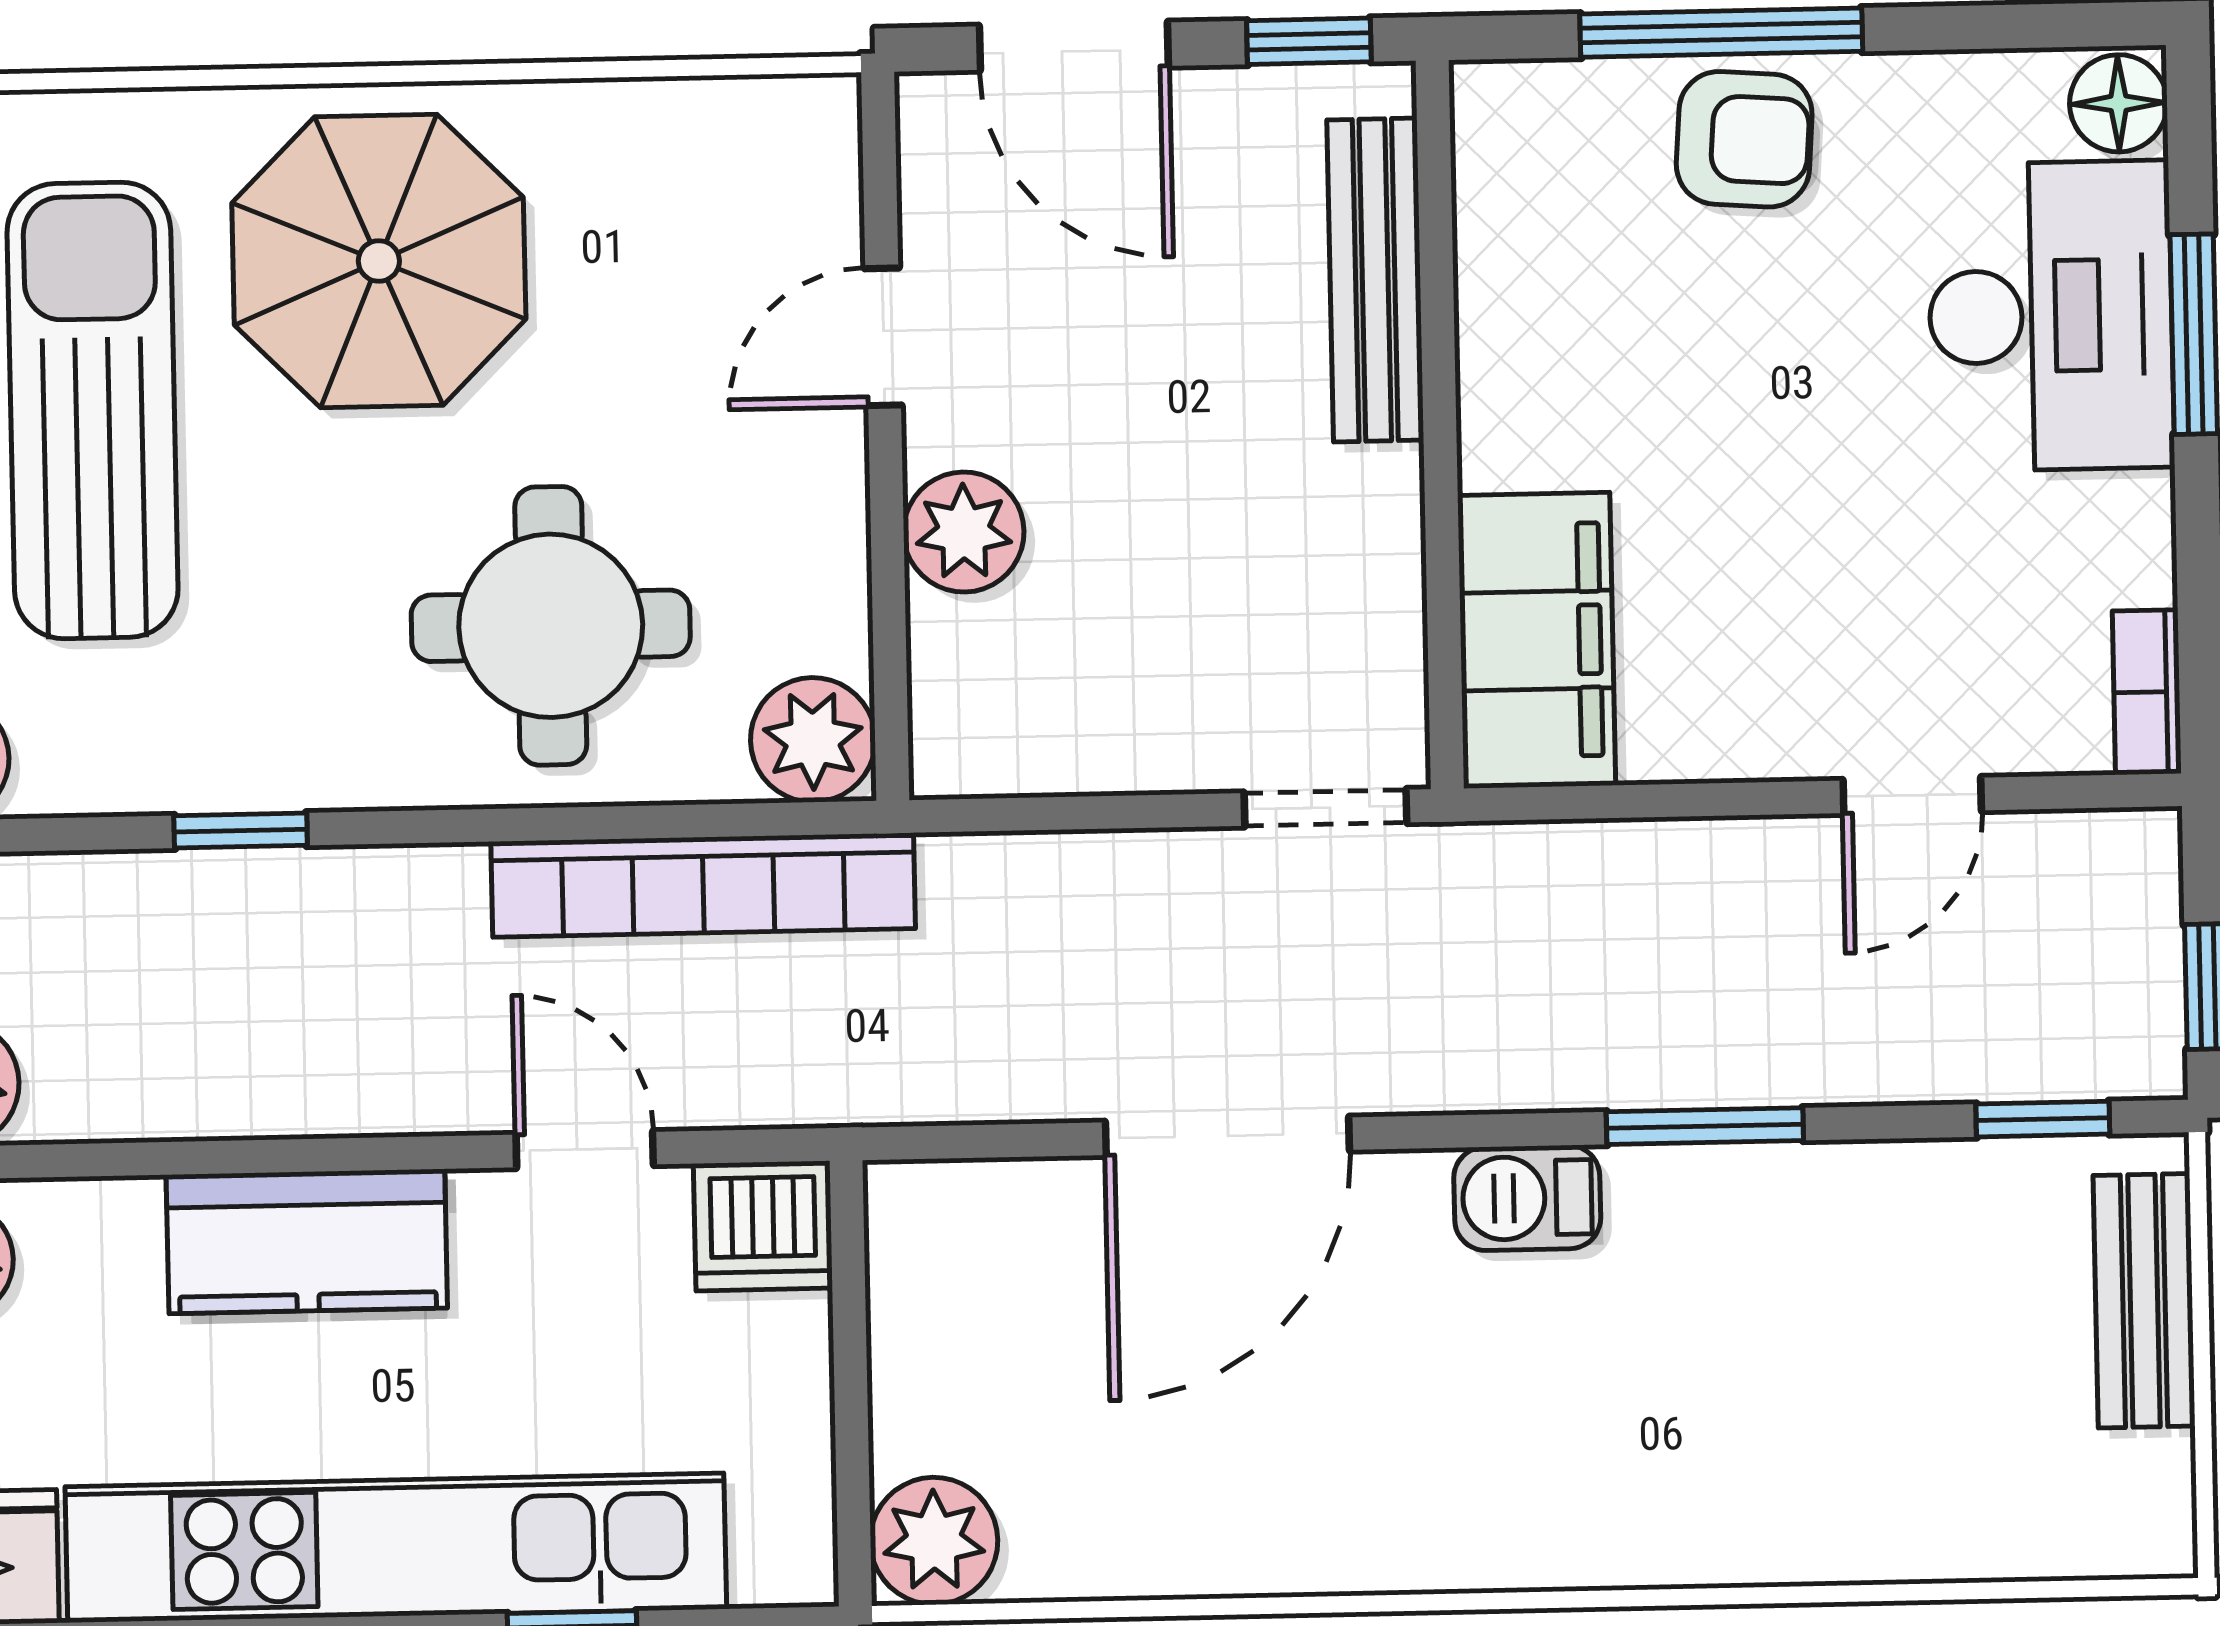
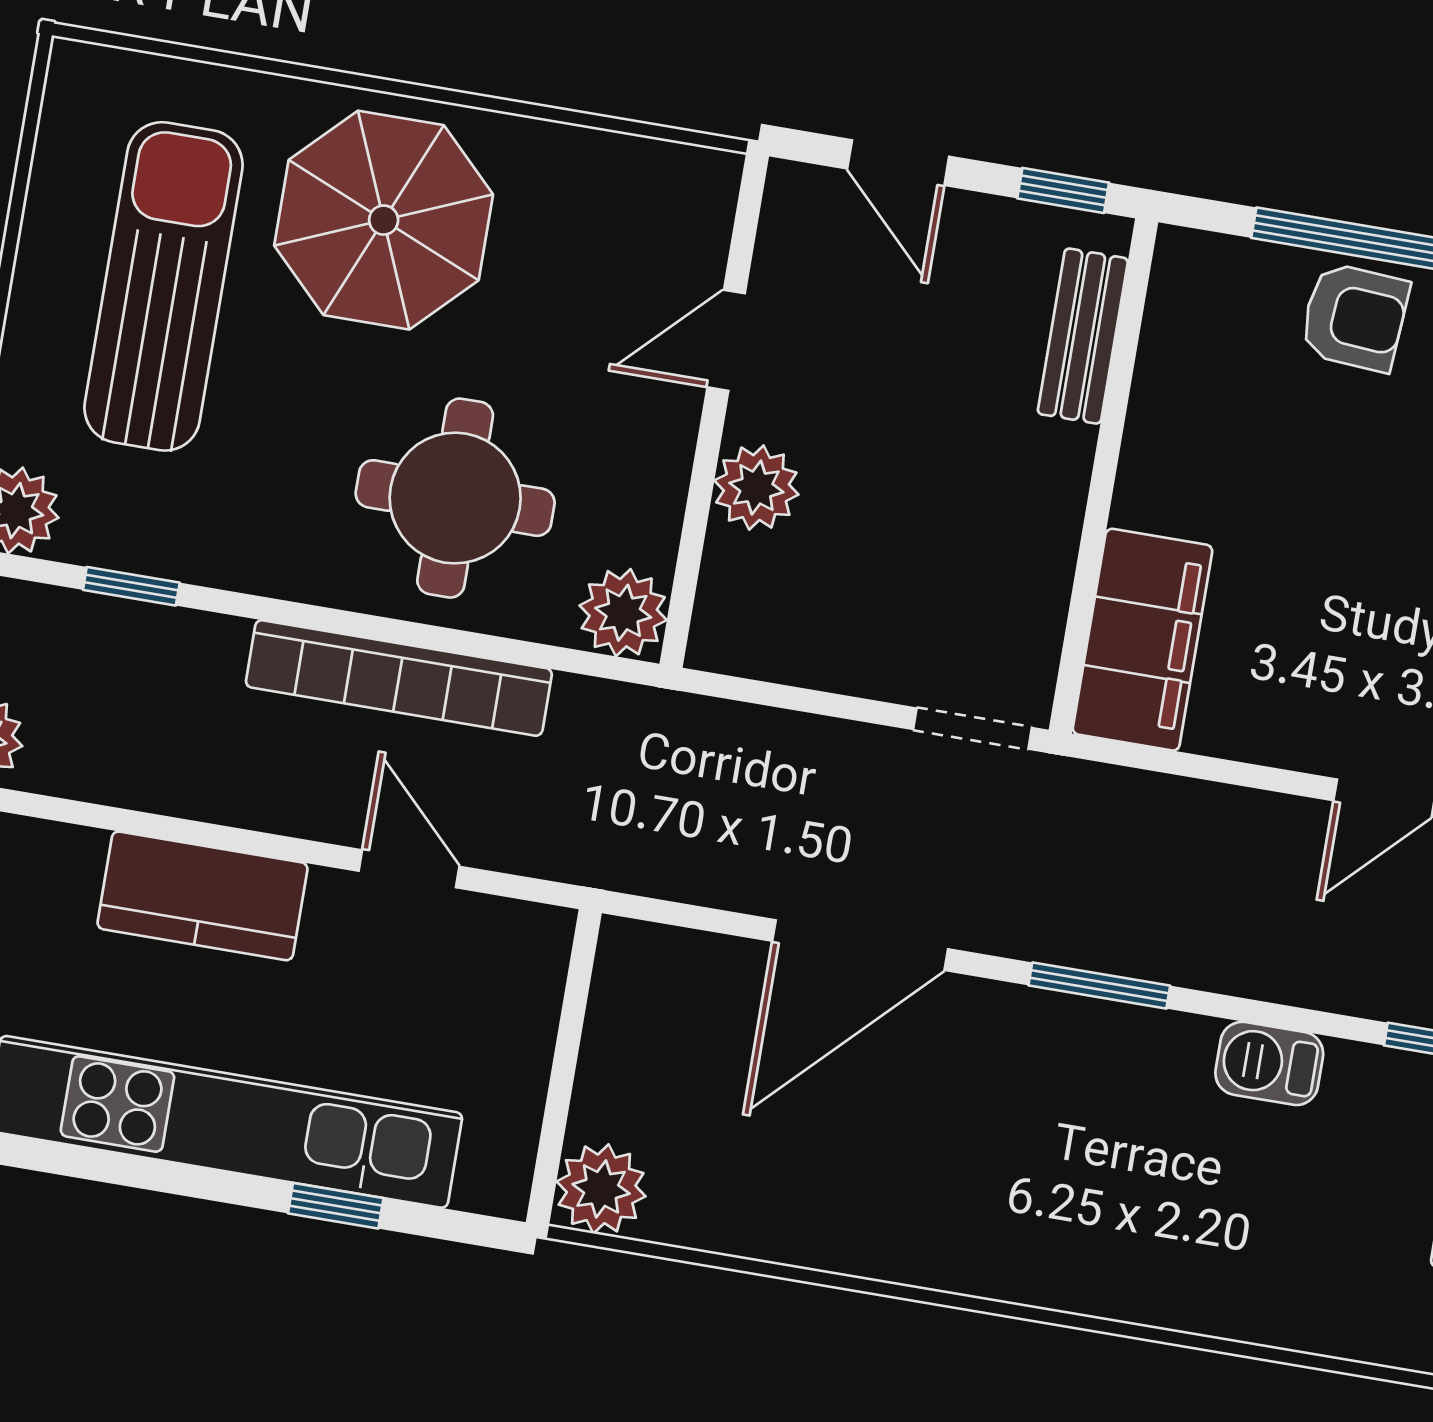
door: (1074, 46) -> (898, 163), width x0.73
bench: (1375, 280) -> (1083, 336), width x0.73
window: (241, 830) -> (131, 586), moved
bookcase: (703, 885) -> (399, 678), moved
window: (1705, 1126) -> (1099, 986), moved
barbecue: (1527, 1198) -> (1269, 1063), moved
dishwasher: (763, 1226) -> (523, 946), removed

